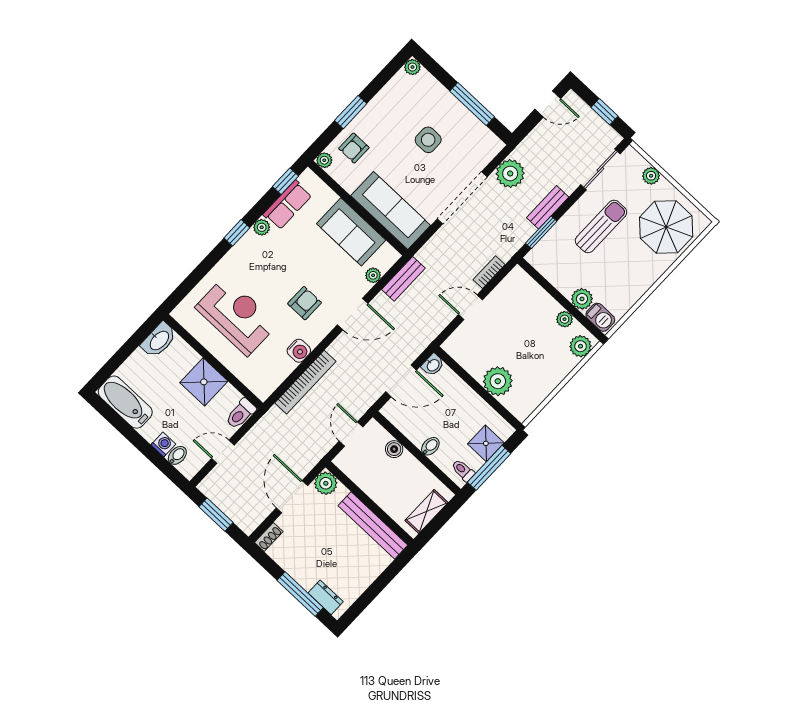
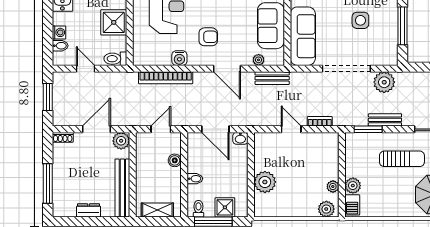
dresser: (326, 597) -> (89, 210), moved, turned -90

